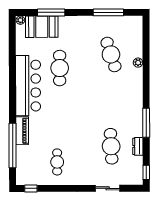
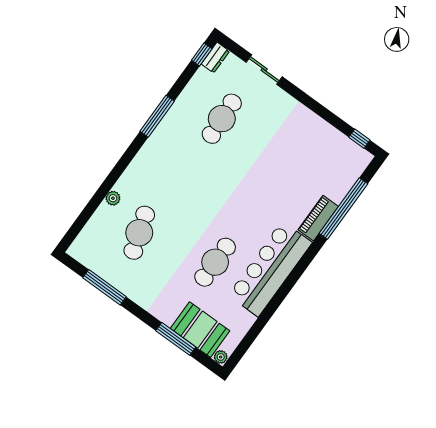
dresser: (138, 146) -> (215, 58), moved
cafe table: (57, 162) -> (303, 148), removed

